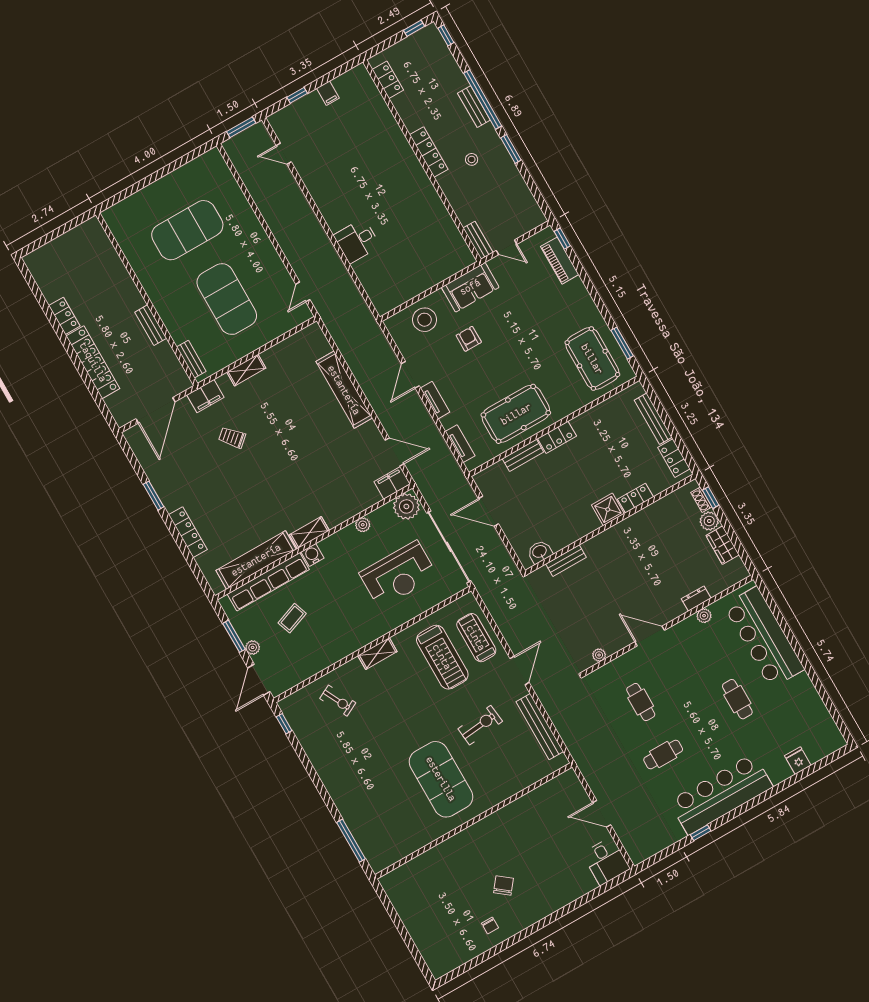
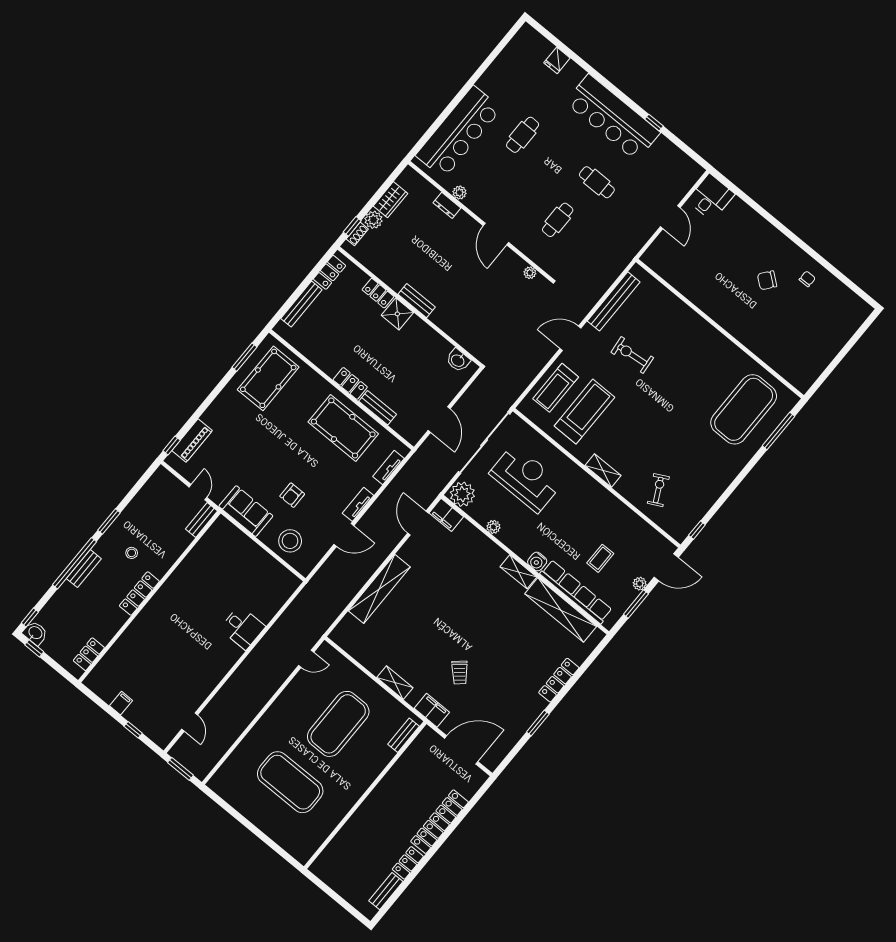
washbasin: (429, 35) -> (35, 633), added
bench: (151, 325) -> (386, 891), moved
bench: (566, 561) -> (417, 301), moved
coffee table: (292, 618) -> (600, 558), turned -70
exercise mat: (441, 779) -> (744, 409), moved

